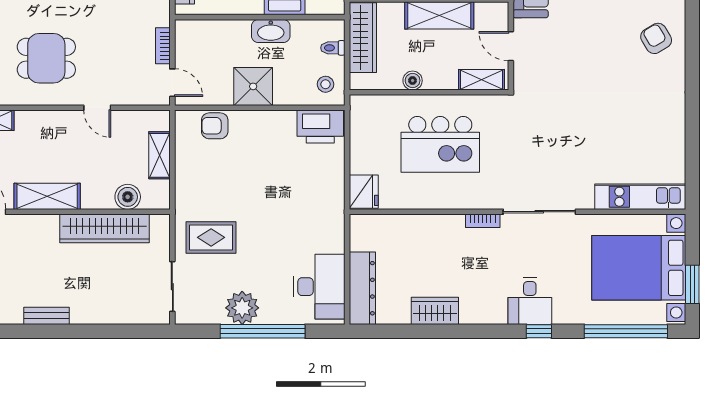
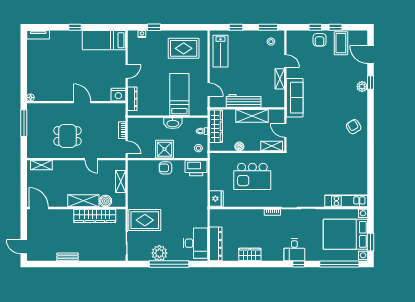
armchair: (215, 126) -> (165, 168), moved
shelving: (47, 196) -> (83, 201), moved
rug: (211, 237) -> (145, 220), width x1.36, depth x1.43

